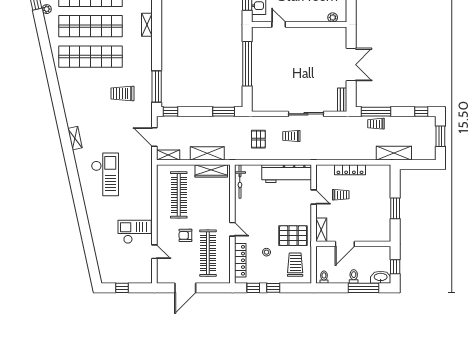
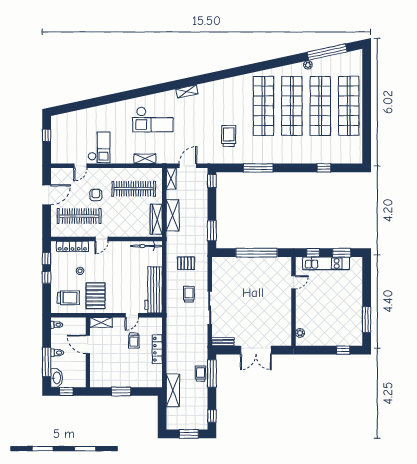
shelving: (147, 25) -> (145, 159), moved
window: (157, 87) -> (258, 168), moved
door: (185, 288) -> (47, 195), swing flipped

